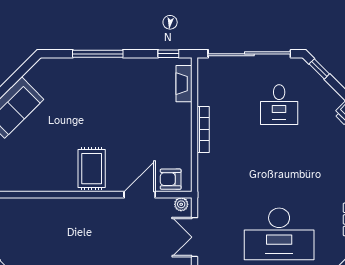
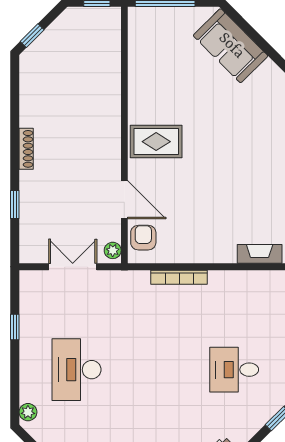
bookcase: (203, 129) -> (179, 277), moved
desk: (279, 234) -> (77, 370), width x0.73, depth x0.77

